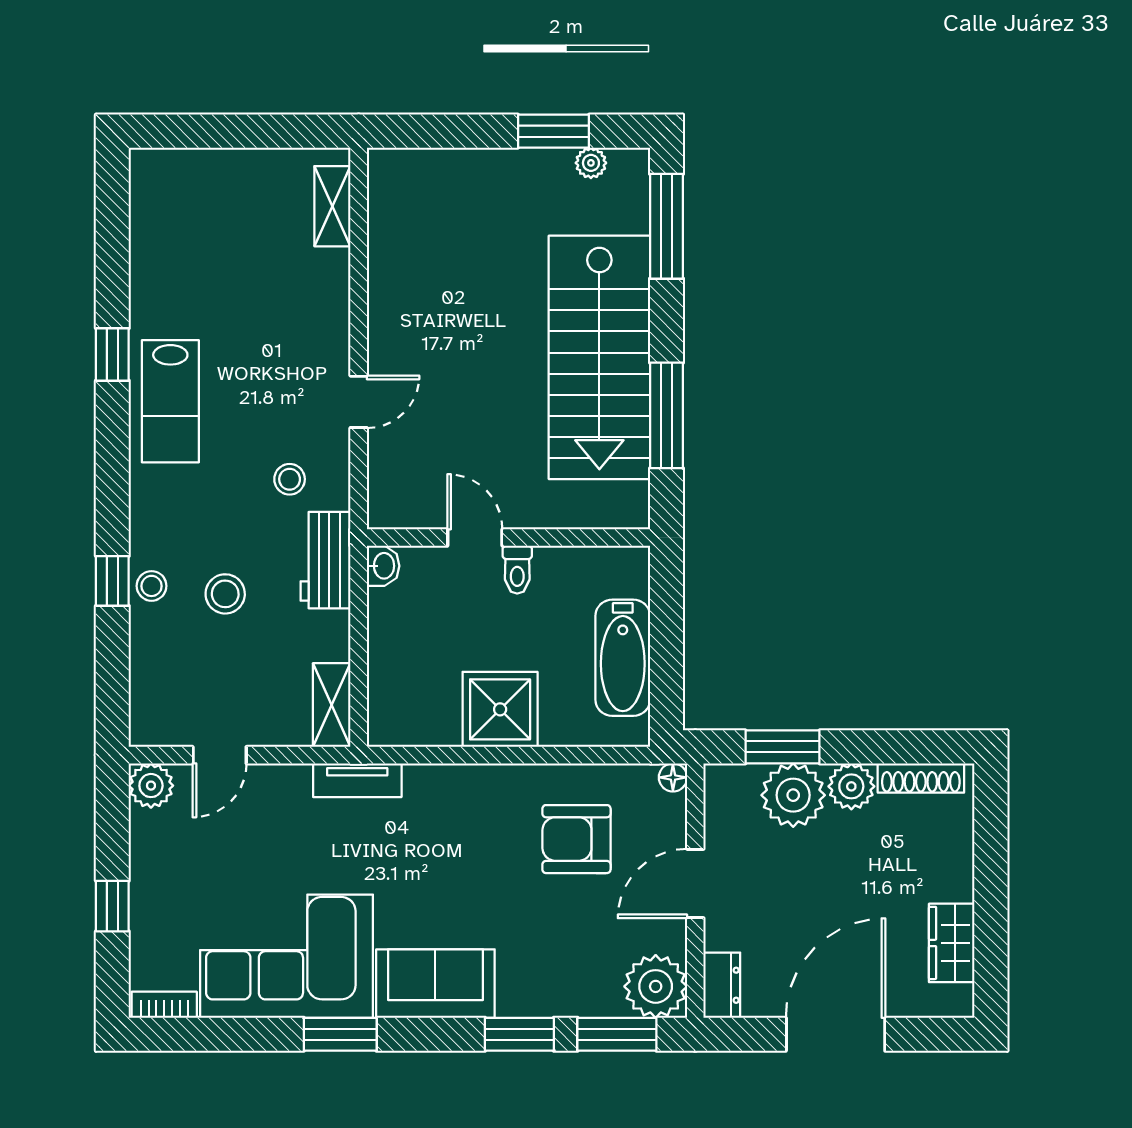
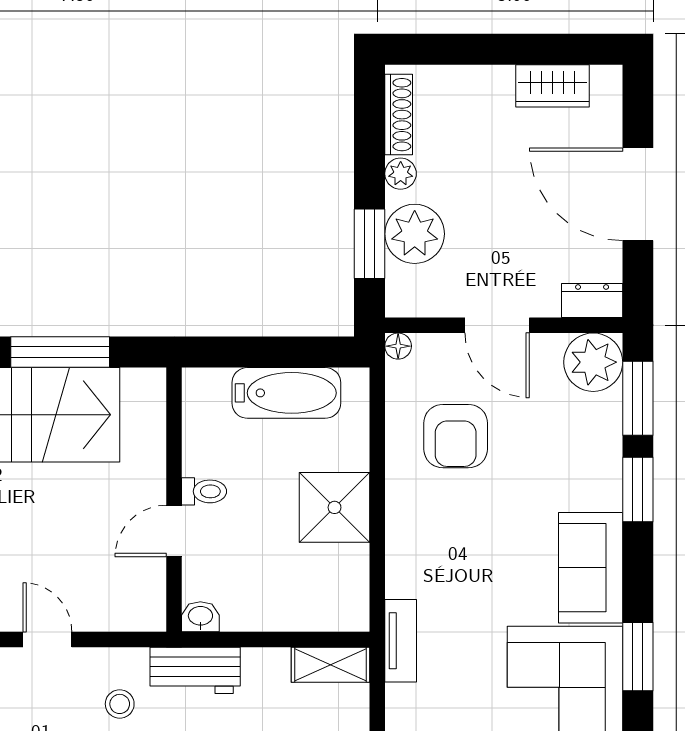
plant: (851, 786) -> (401, 174), width x0.73, depth x0.73

